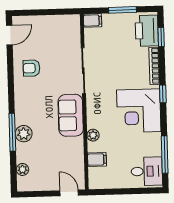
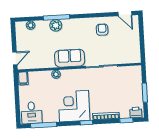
filing cabinet: (93, 20) -> (137, 72), removed
printer: (147, 31) -> (136, 112), width x0.53, depth x0.68
filing cabinet: (97, 159) -> (23, 78), moved

